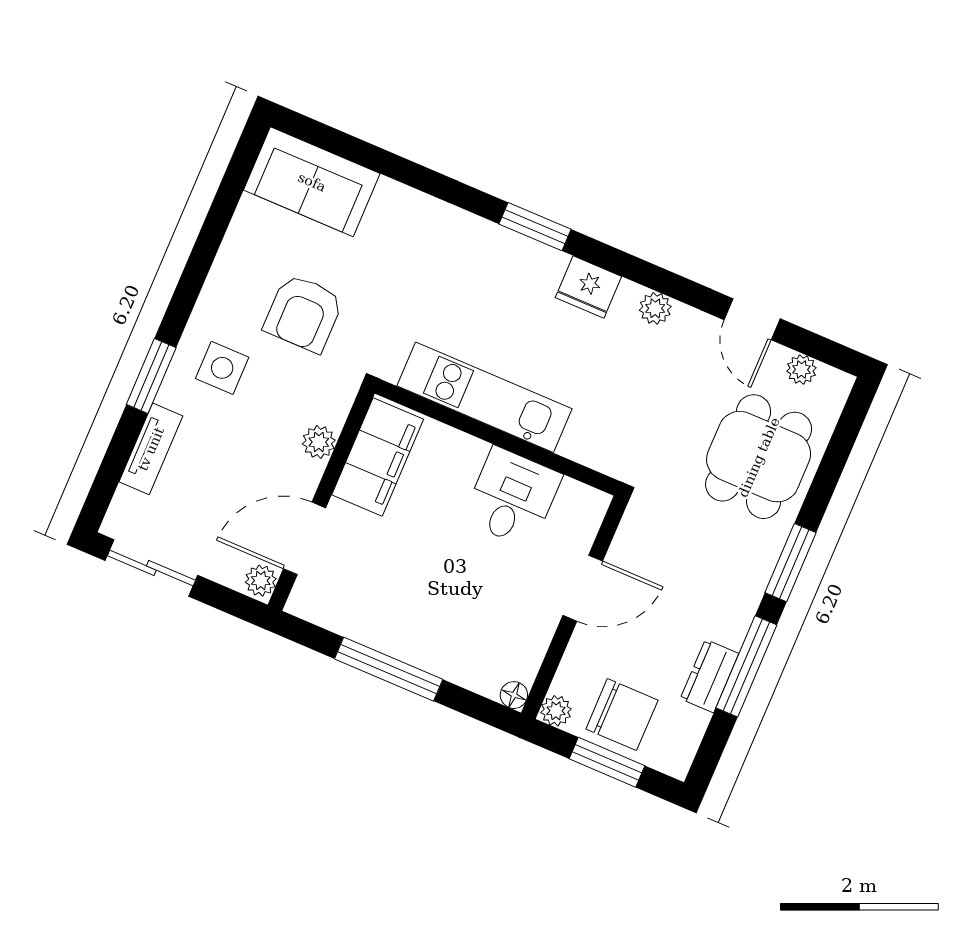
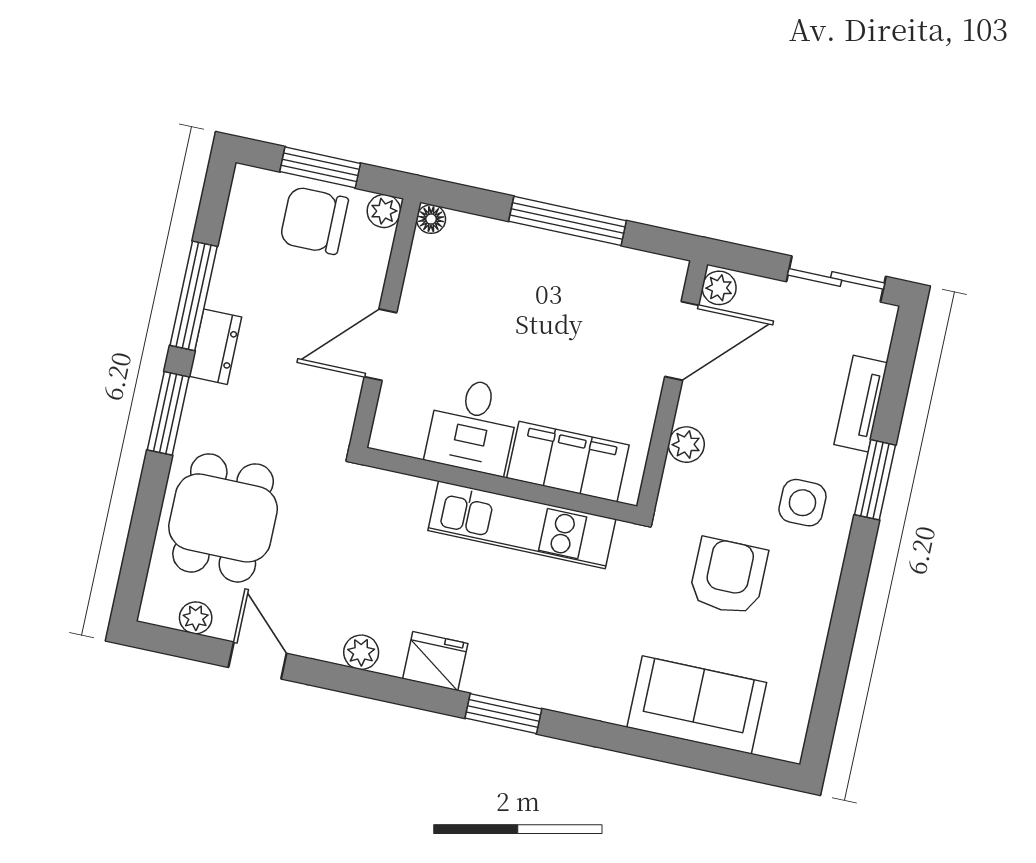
sofa: (312, 182) -> (697, 705), moved
filing cabinet: (378, 457) -> (568, 462), moved, turned 90
dresser: (709, 676) -> (215, 347), moved

